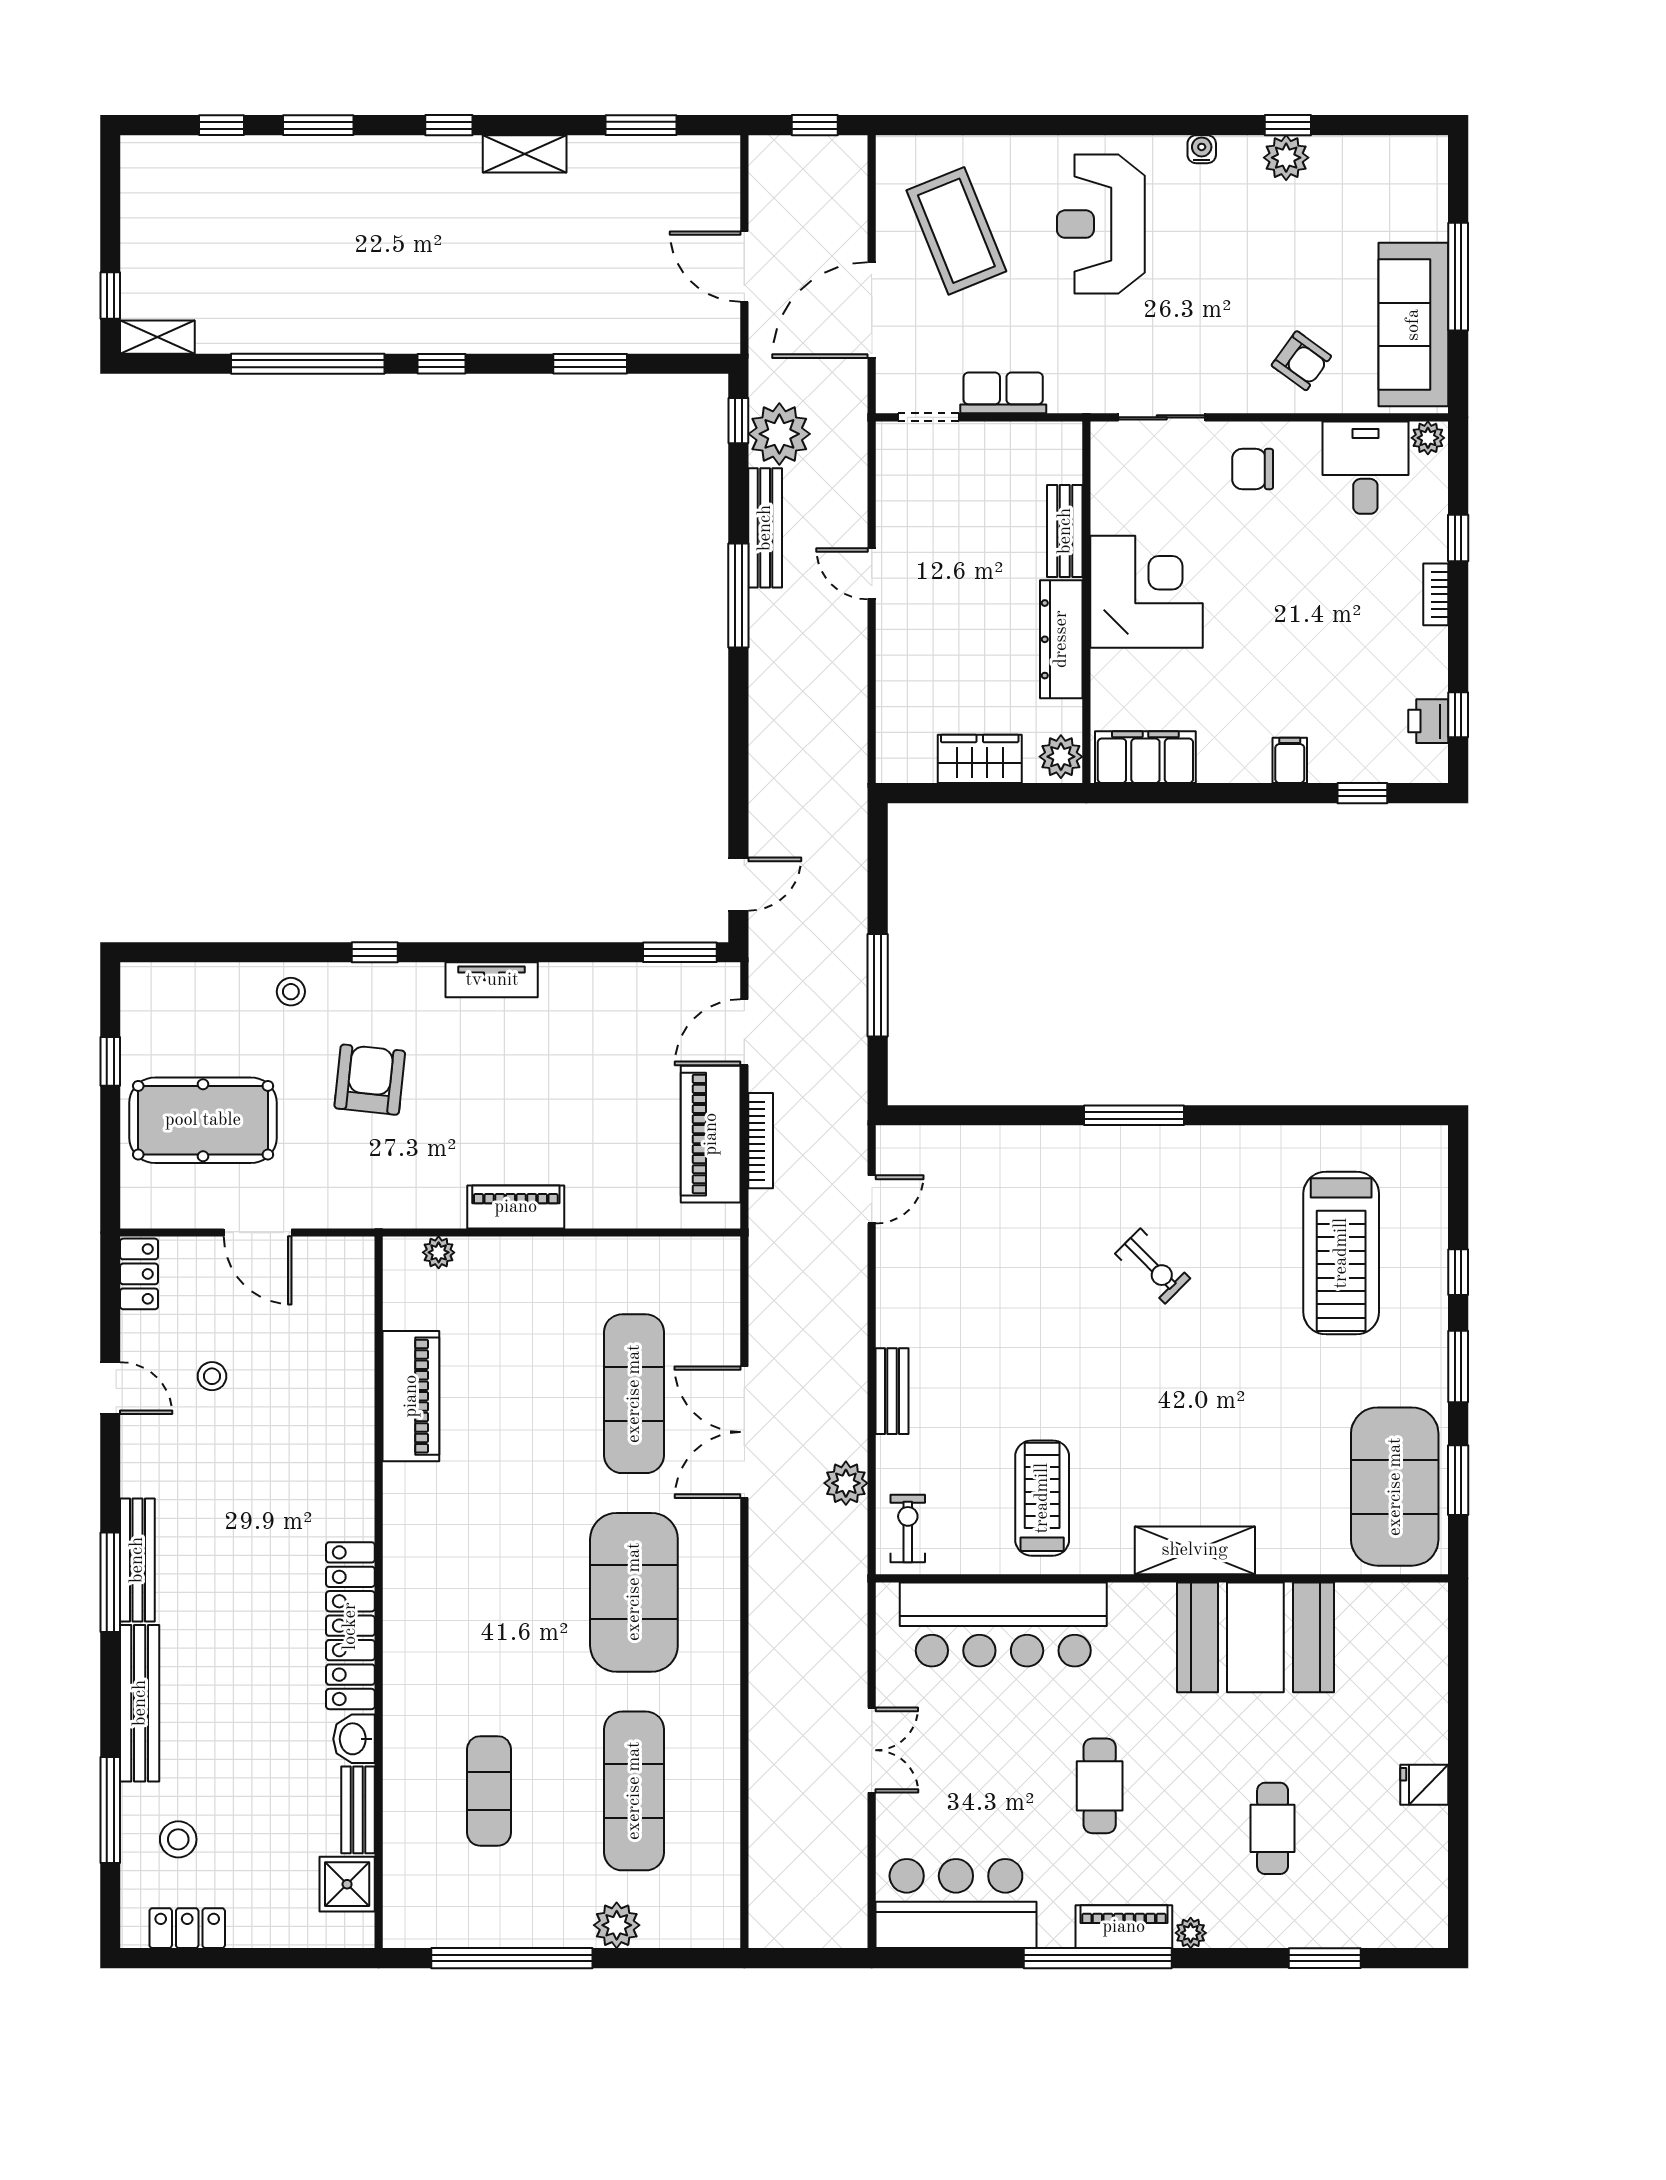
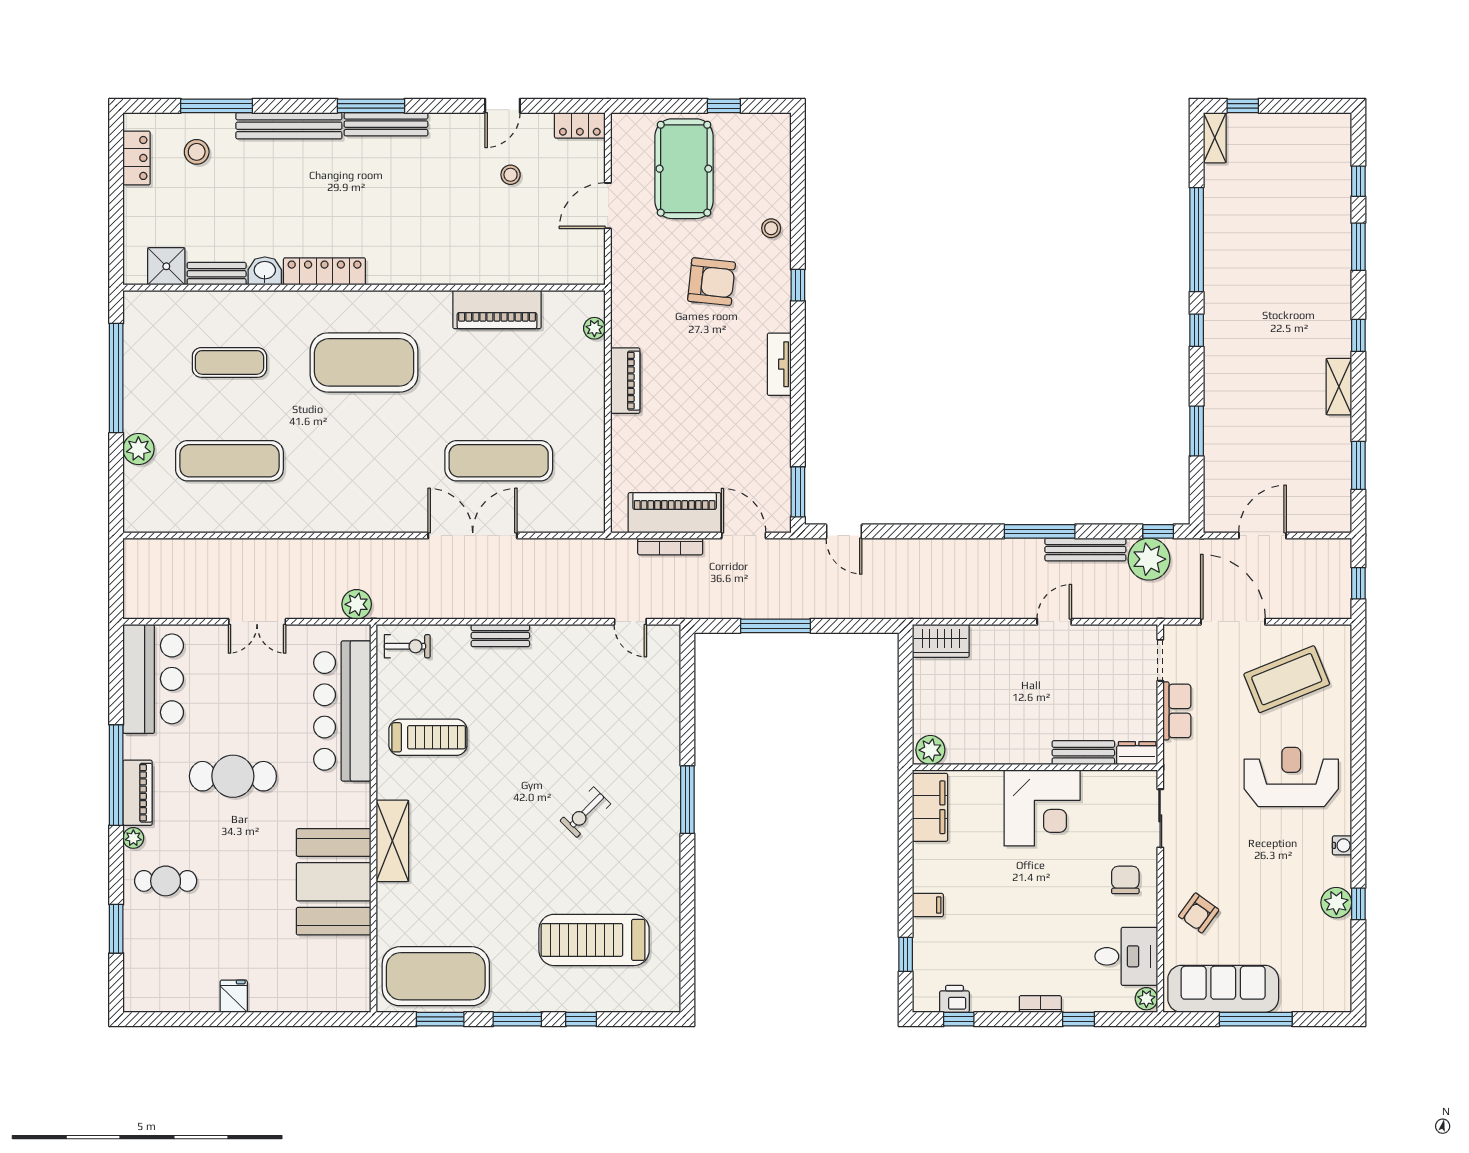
dresser: (1061, 639) -> (1137, 753), moved, width x0.51, depth x0.80
wardrobe: (980, 759) -> (941, 641), moved, turned 90
plant: (846, 1483) -> (357, 604), moved
exercise mat: (634, 1592) -> (364, 362), moved
locker: (350, 1626) -> (324, 271), width x0.71, depth x0.83
cafe table: (1100, 1786) -> (233, 776), width x1.37, depth x1.35
cafe table: (1273, 1828) -> (166, 881), moved

